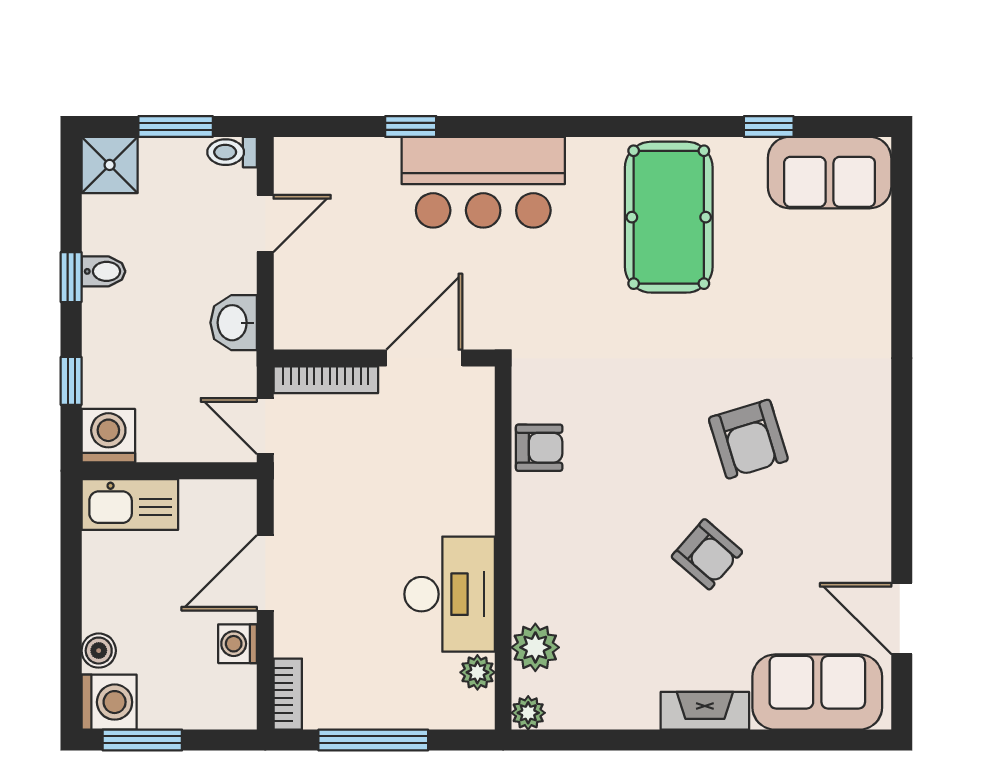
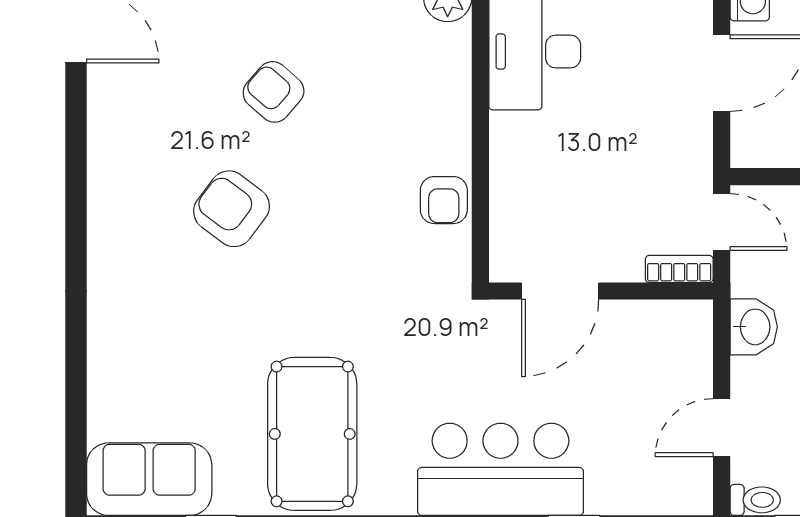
bookcase: (326, 380) -> (679, 269), width x0.64
armchair: (748, 439) -> (232, 209), turned -36
armchair: (539, 448) -> (444, 200), turned -90

